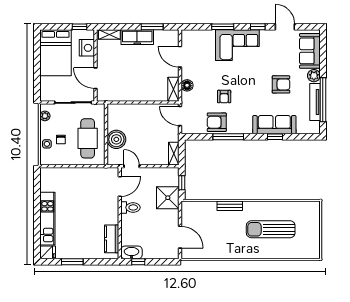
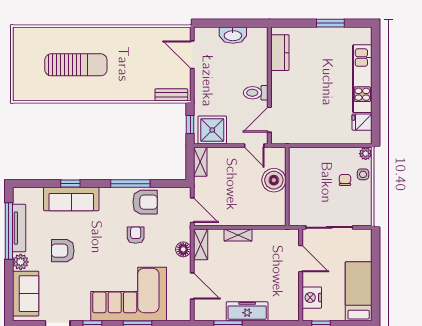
shelving: (109, 34) -> (238, 235), moved
corner sofa: (237, 45) -> (129, 294), width x1.36, depth x1.36
bed: (56, 53) -> (359, 291), width x0.67
plant: (45, 116) -> (366, 154), moved
cafe table: (88, 138) -> (311, 181), removed
shower: (168, 198) -> (212, 130), moved
bench: (230, 206) -> (171, 95), moved
fridge: (48, 252) -> (362, 122), moved
washbasin: (131, 252) -> (233, 35), moved
window: (138, 262) -> (246, 23), removed

